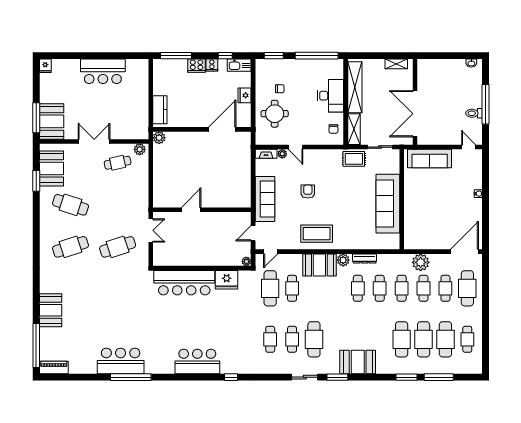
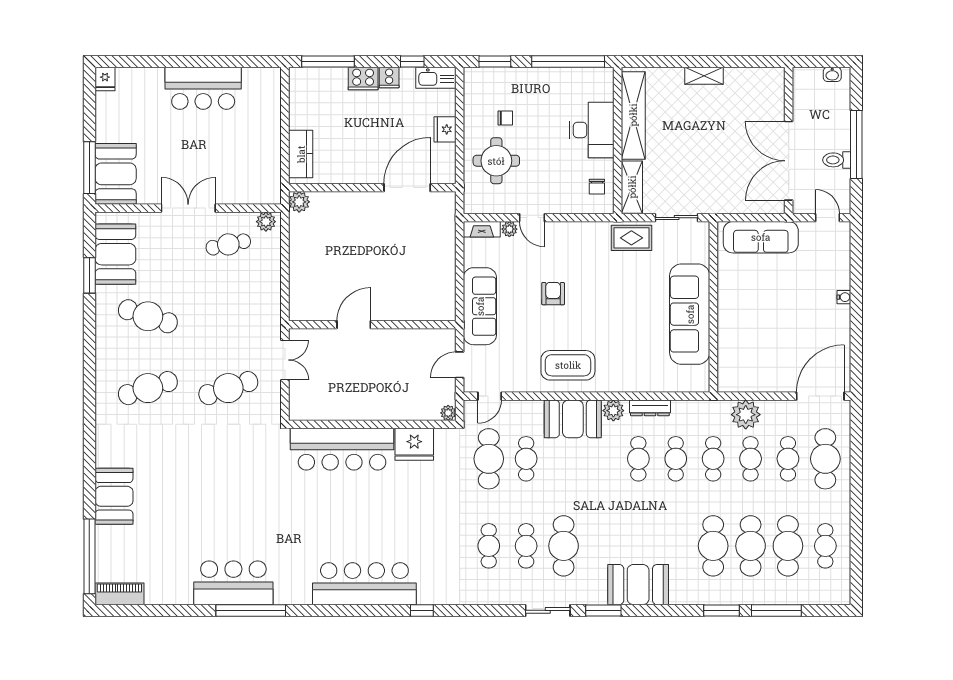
wall: (415, 102) -> (789, 141), moved
double door: (415, 114) -> (789, 161), moved
bar counter: (197, 361) -> (364, 584), width x1.36

